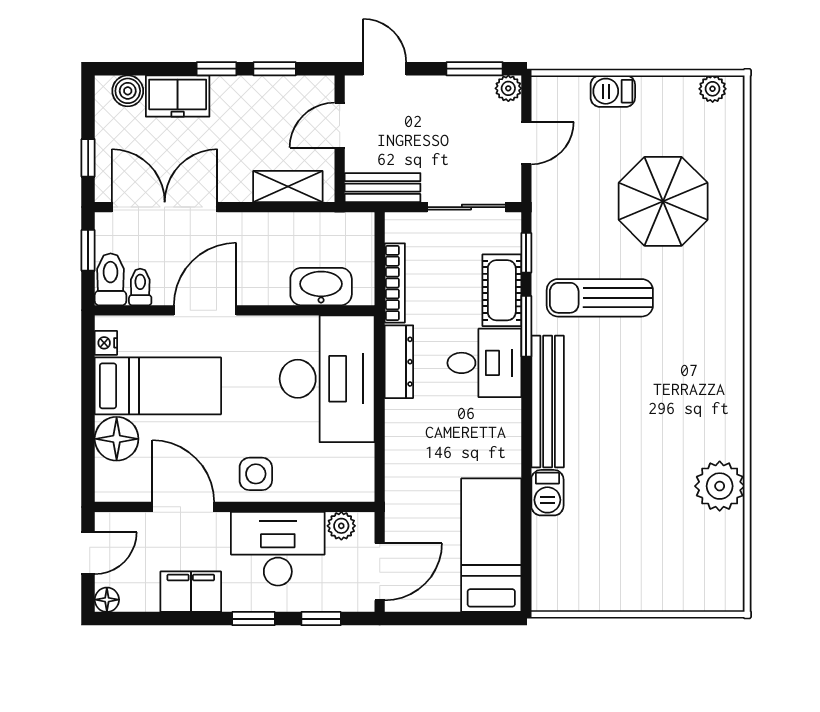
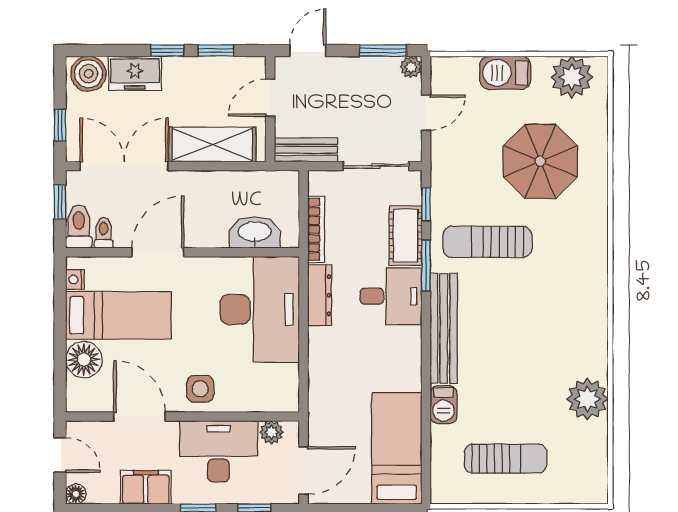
door: (385, 69) -> (308, 51), hinge flipped
plant: (713, 89) -> (572, 77), width x1.88, depth x1.88
boiler: (128, 91) -> (89, 74), width x1.36, depth x1.36
barbecue: (613, 91) -> (505, 73), width x1.38, depth x1.27
shelving: (288, 186) -> (212, 144), width x1.50, depth x1.33
door: (88, 553) -> (60, 455), hinge flipped
sun lounger: (622, 557) -> (506, 459), added

